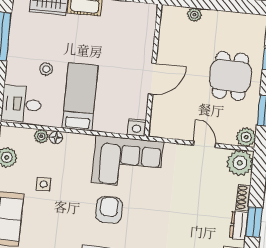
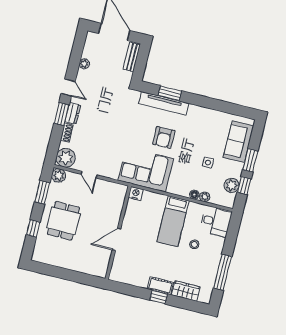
plant: (194, 15) -> (83, 268), removed
door: (152, 79) -> (117, 239), moved

